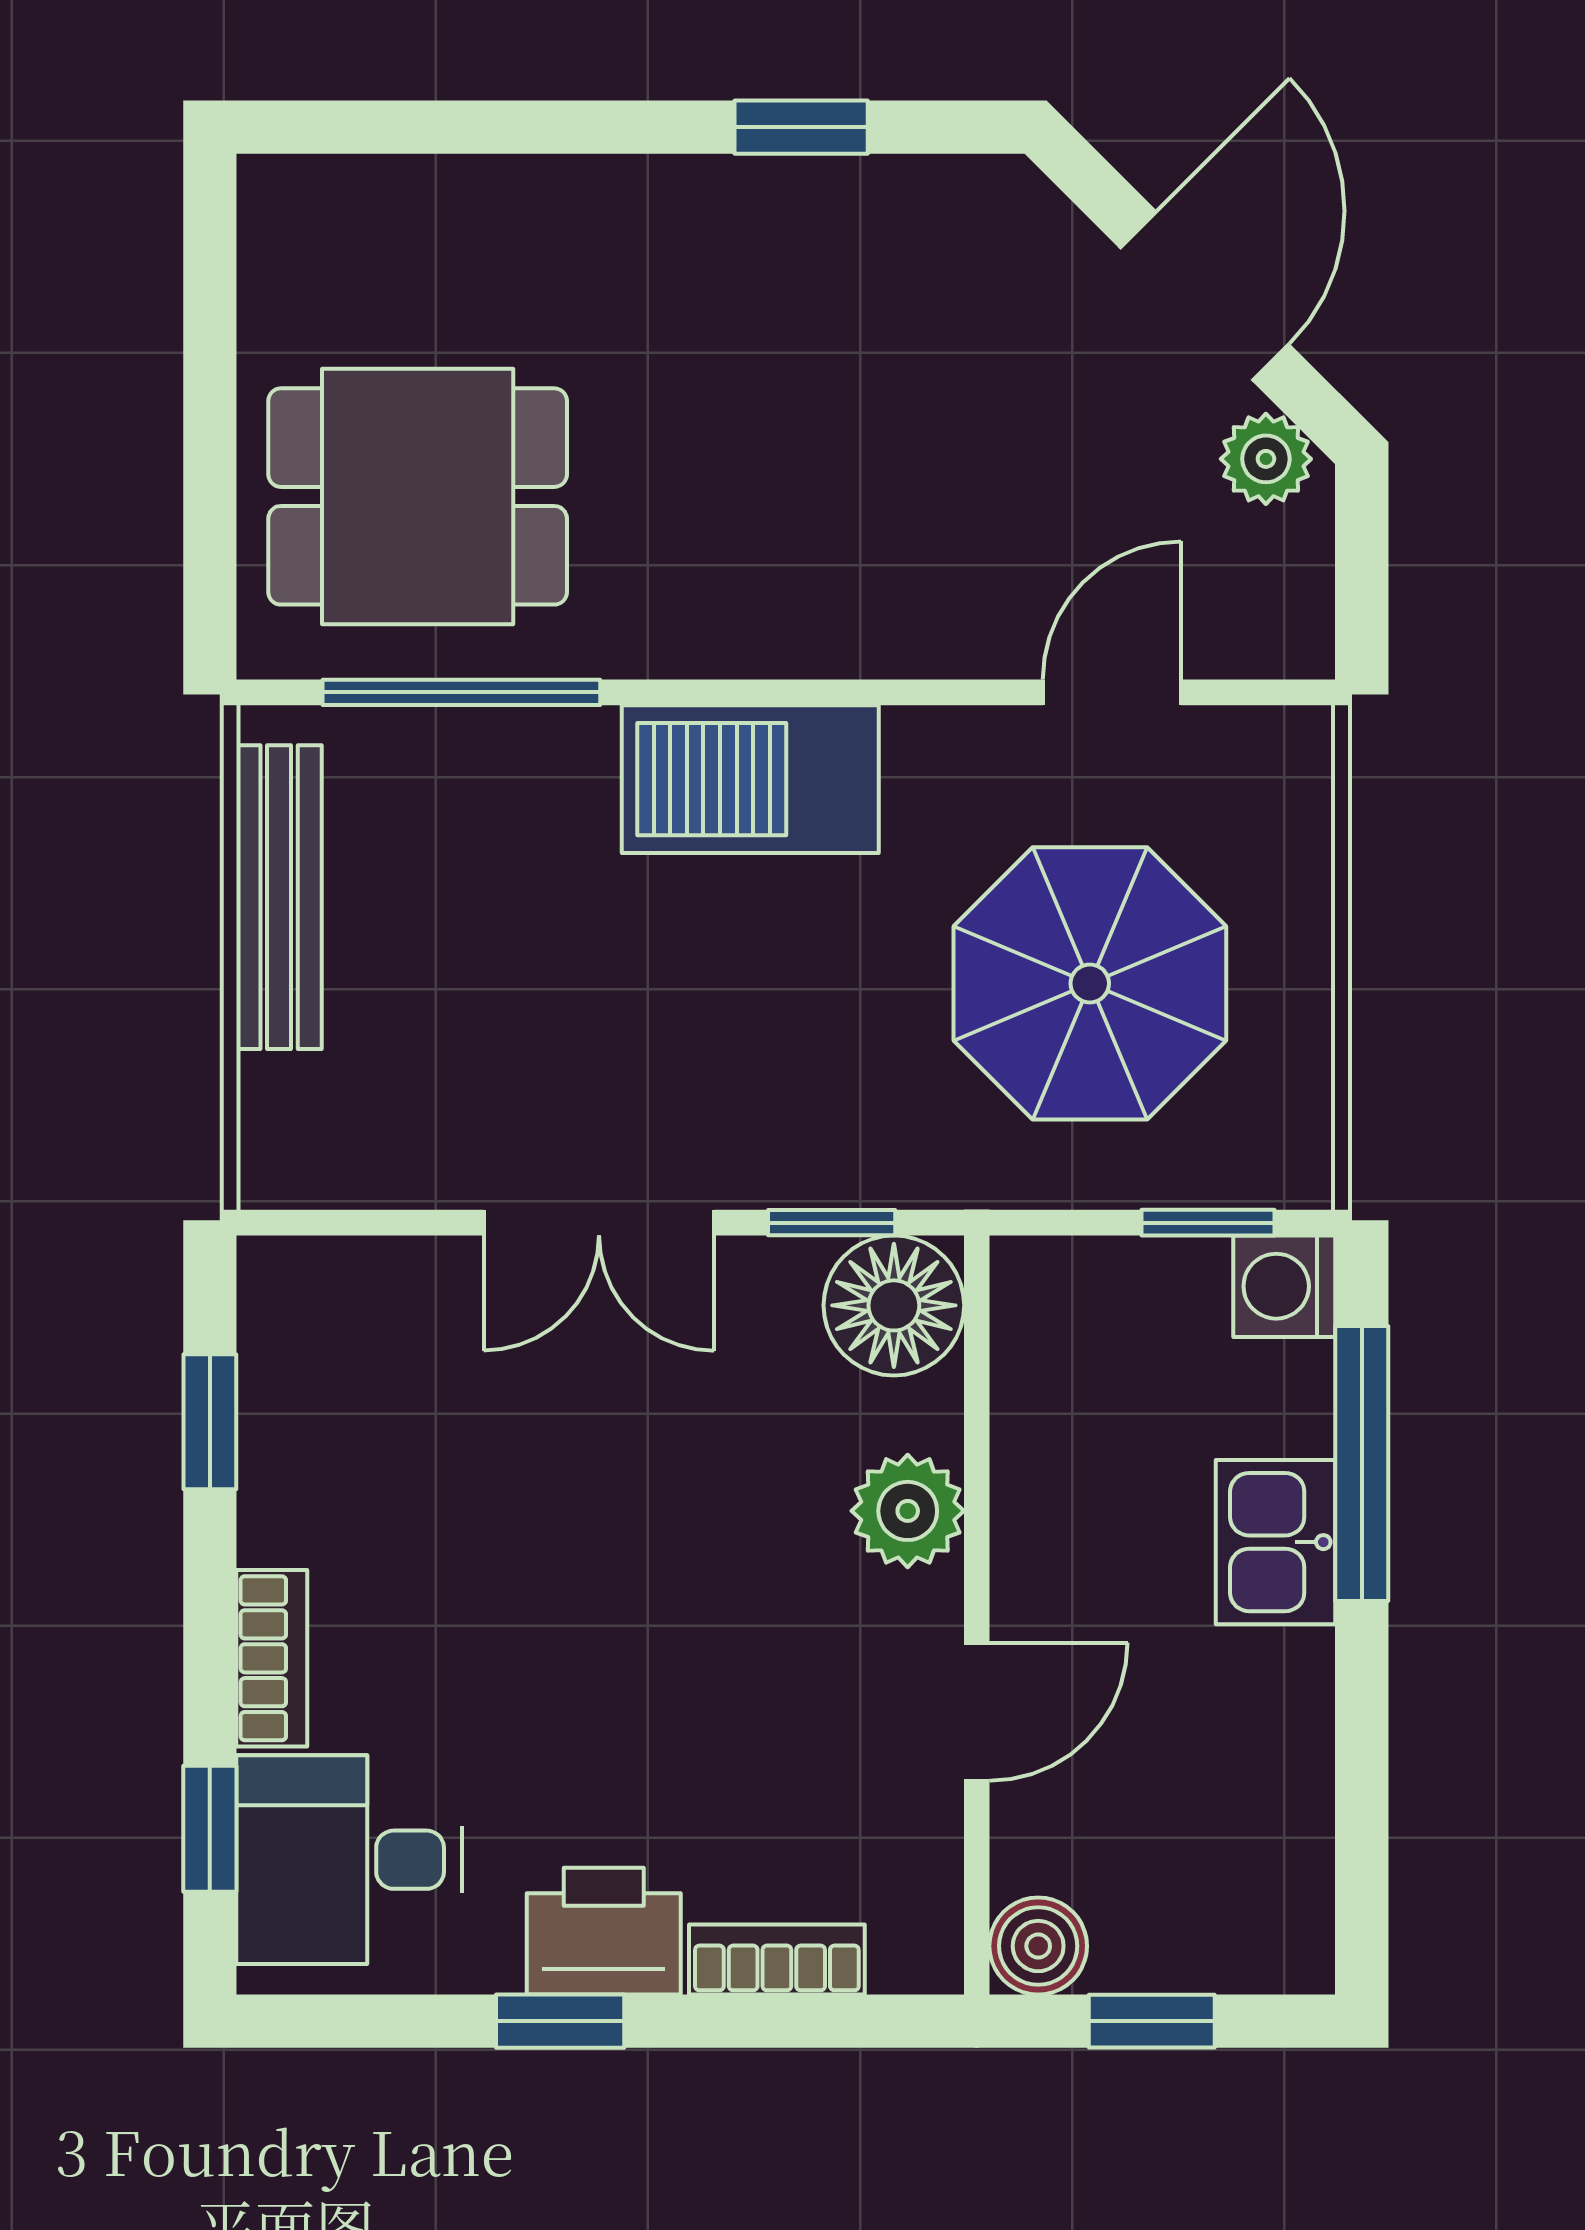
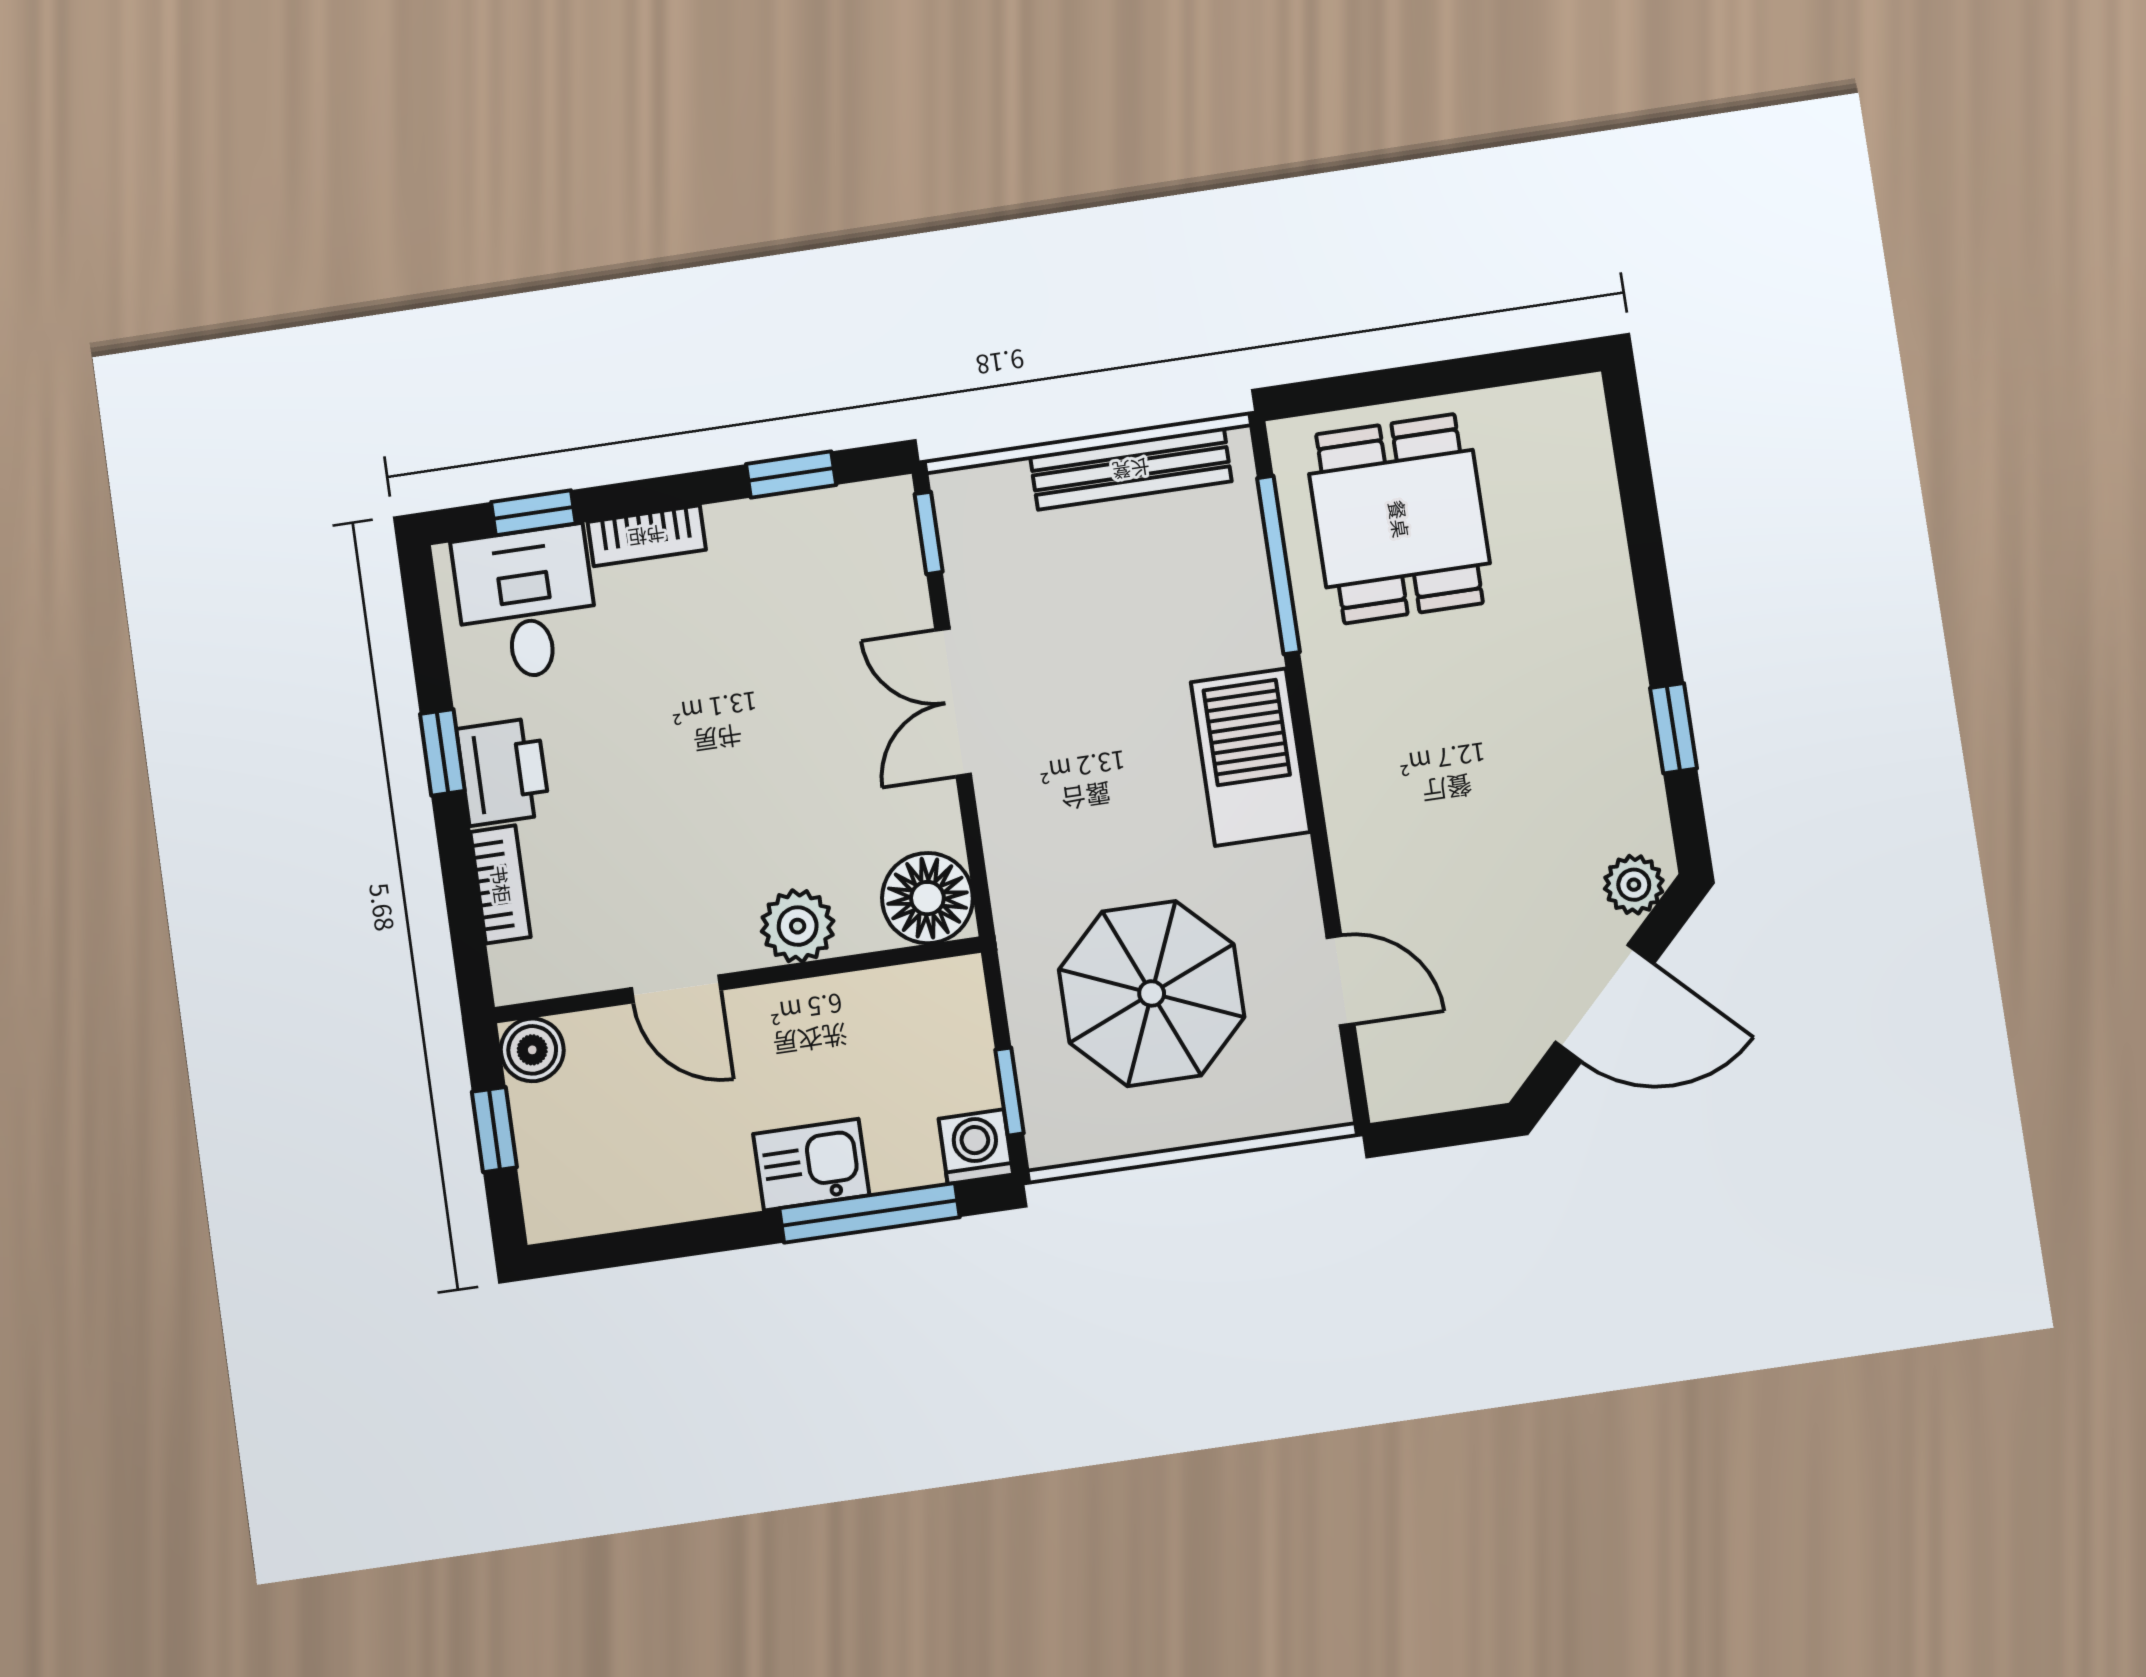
plant: (1266, 459) -> (1634, 885), moved
window: (832, 1223) -> (929, 533), moved

